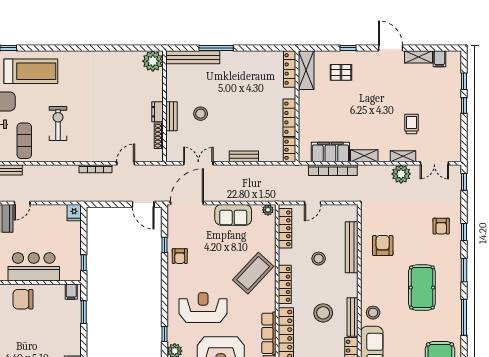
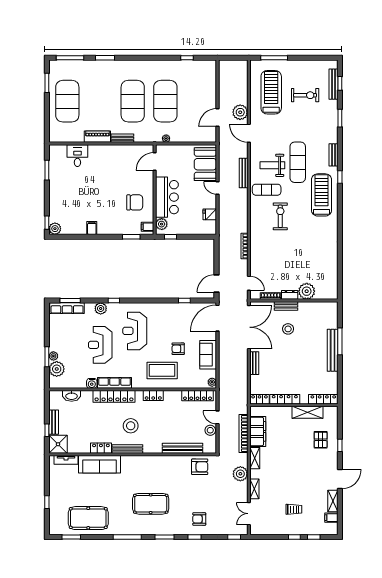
bench: (193, 57) -> (333, 350), moved
plant: (153, 61) -> (307, 291), moved
shelving: (306, 70) -> (307, 412), moved
treadmill: (31, 71) -> (322, 195), turned 180
exercise bike: (58, 123) -> (280, 216), turned -90
trolley: (412, 124) -> (294, 509), moved
door: (126, 163) -> (249, 283), moved
double door: (198, 163) -> (249, 327), width x1.87
plant: (401, 174) -> (240, 474), moved
door: (187, 203) -> (217, 318), swing flipped
fridge: (74, 213) -> (210, 214), moved
armchair: (383, 245) -> (200, 467), moved
armchair: (180, 256) -> (178, 349), moved
stool: (319, 259) -> (210, 430), moved
coffee table: (253, 273) -> (162, 370), turned -43
plant: (68, 274) -> (162, 224), added
locker: (285, 284) -> (153, 396), width x0.66
chair: (23, 299) -> (135, 202), moved, turned 90
reception desk: (203, 308) -> (135, 331), turned 180
stool: (373, 313) -> (131, 465), removed

